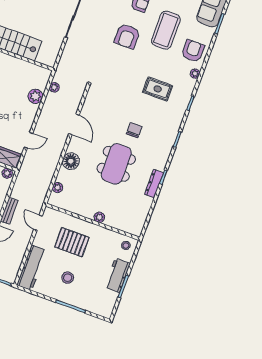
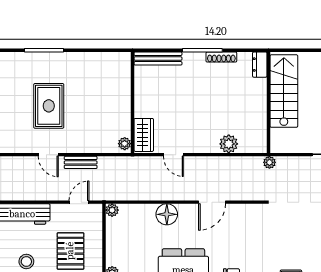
plant: (54, 87) -> (269, 162), moved
plant: (58, 188) -> (112, 210), moved

